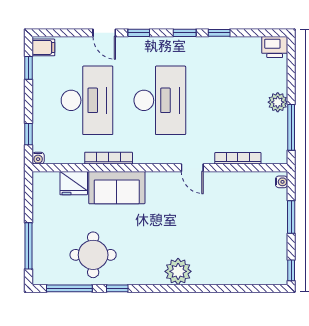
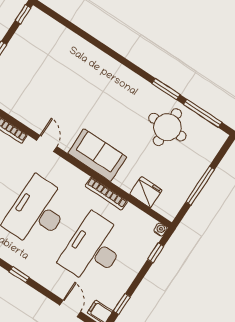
door: (104, 33) -> (70, 308), moved
sofa: (117, 188) -> (97, 155), moved
window: (28, 246) -> (200, 186), moved
plant: (178, 271) -> (110, 71), removed
window: (117, 288) -> (166, 89), width x1.50

